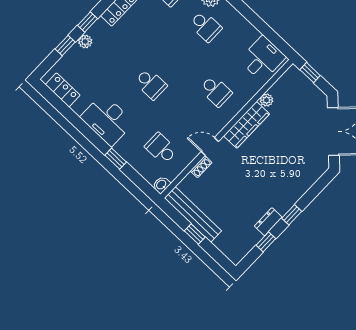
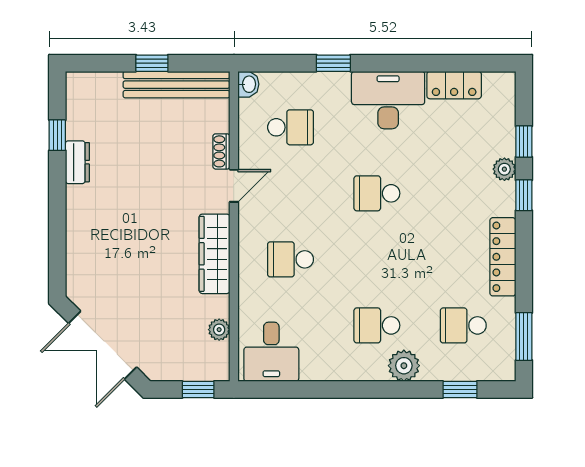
locker: (63, 90) -> (454, 85), moved
plant: (266, 100) -> (219, 330), moved
window: (292, 215) -> (57, 197), removed

